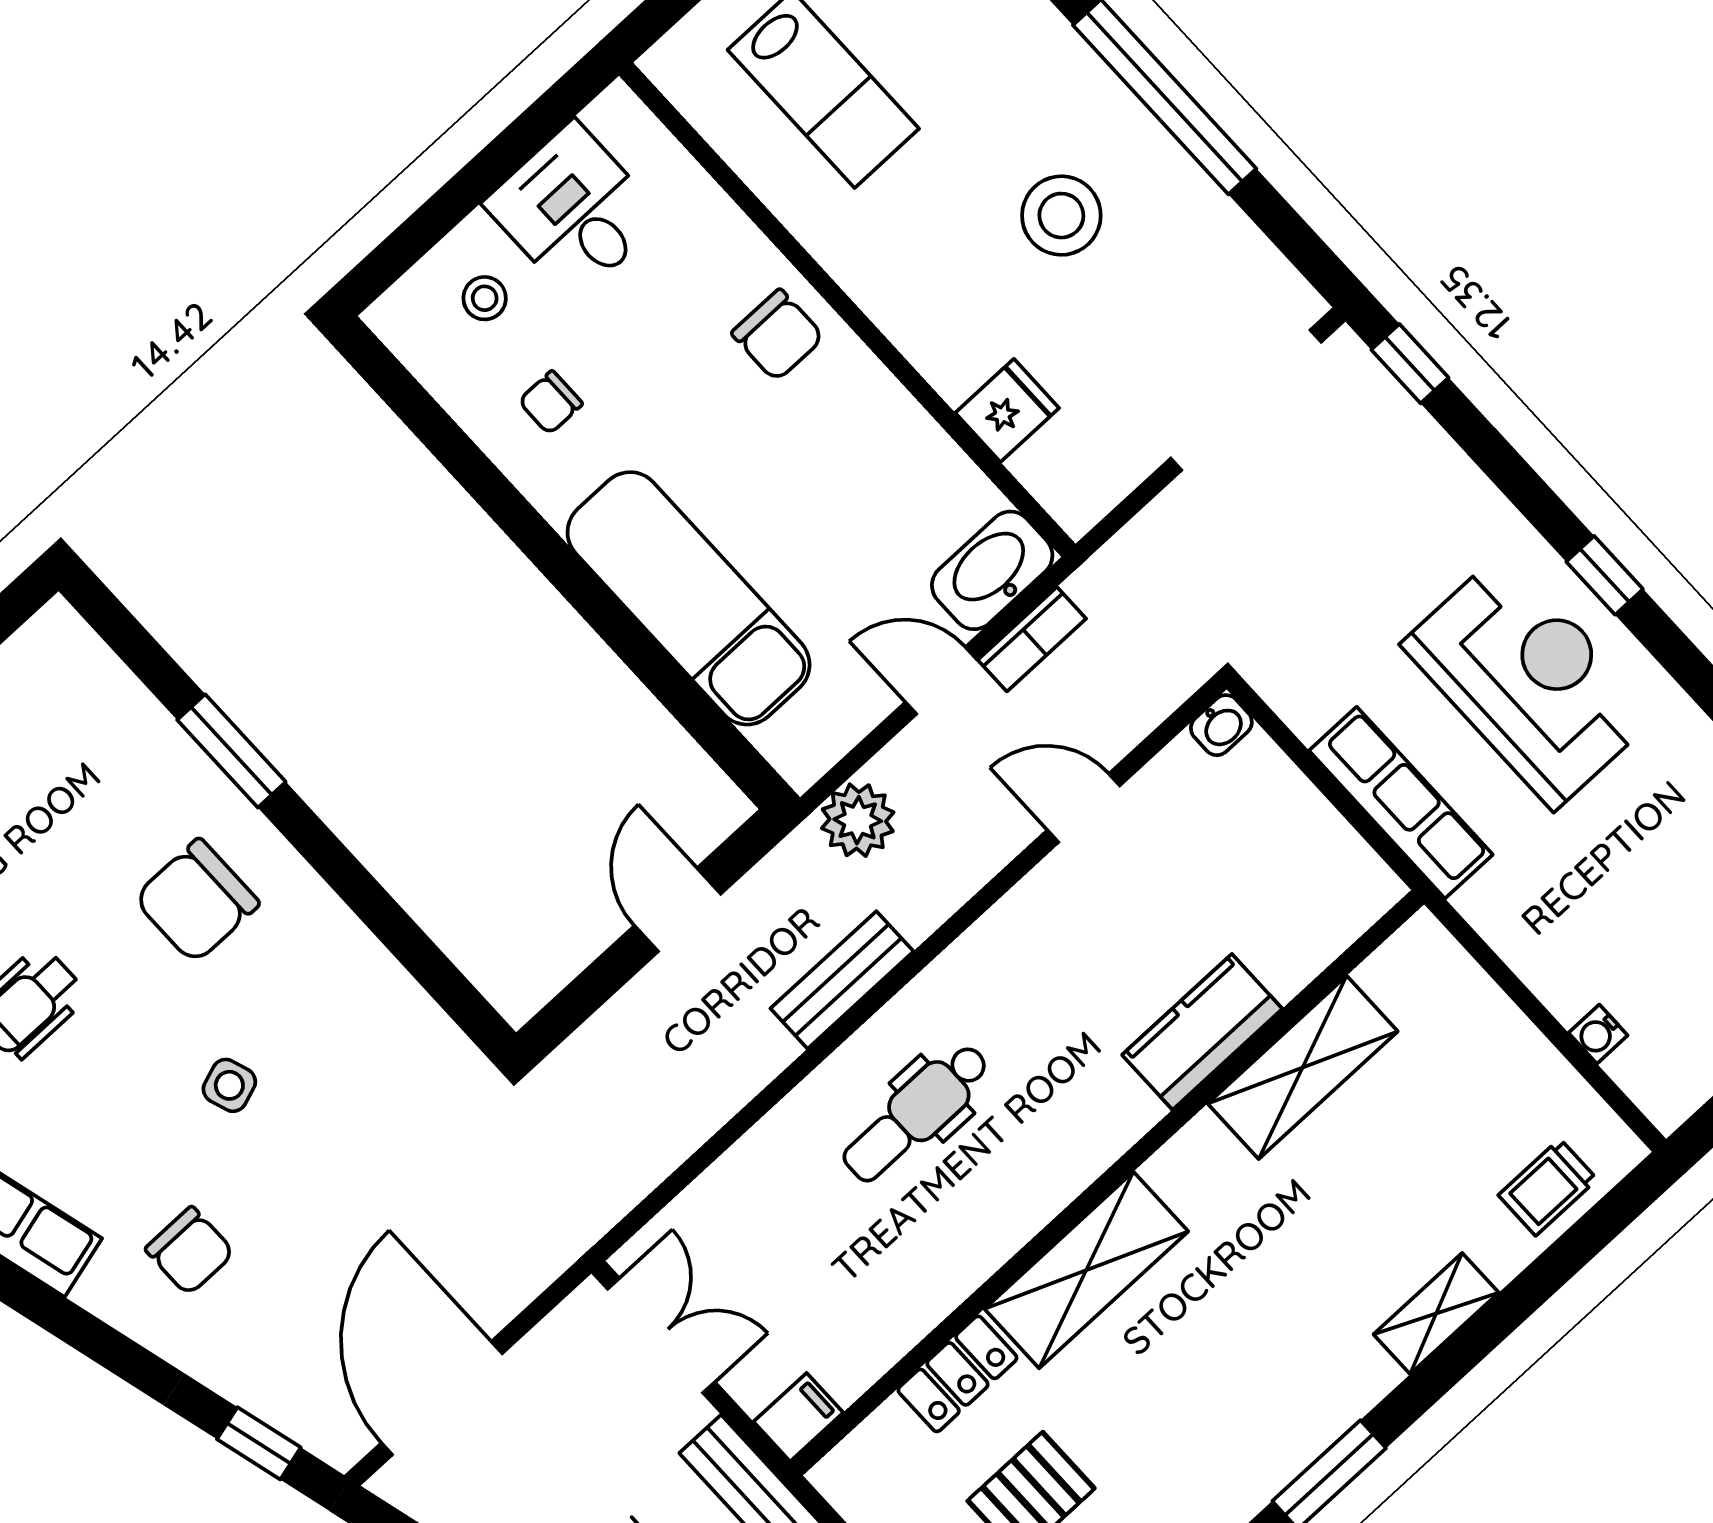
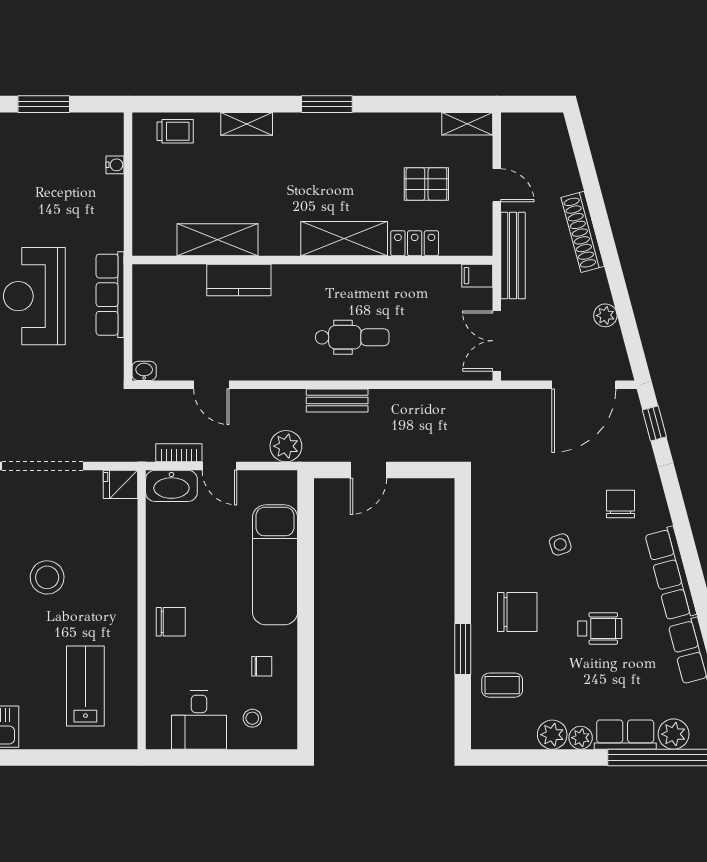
chair: (778, 335) -> (171, 622), turned 90
fridge: (1007, 410) -> (120, 484), moved
coffee table: (107, 751) -> (502, 685), added

